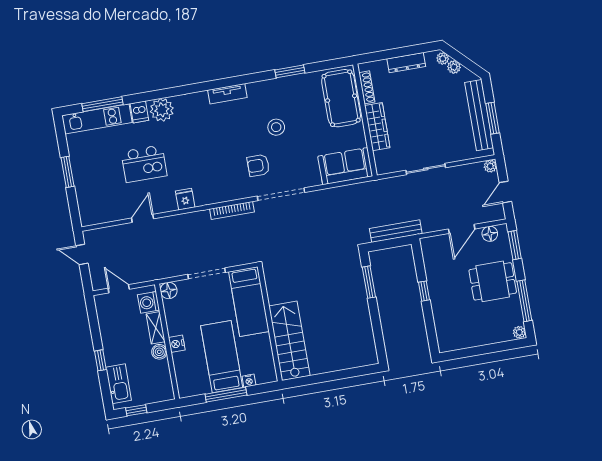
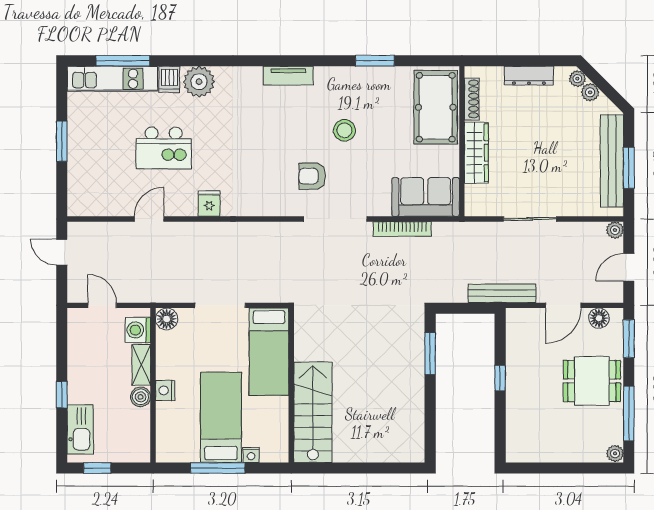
bookcase: (232, 210) -> (402, 229), moved
bench: (396, 231) -> (502, 293), moved

